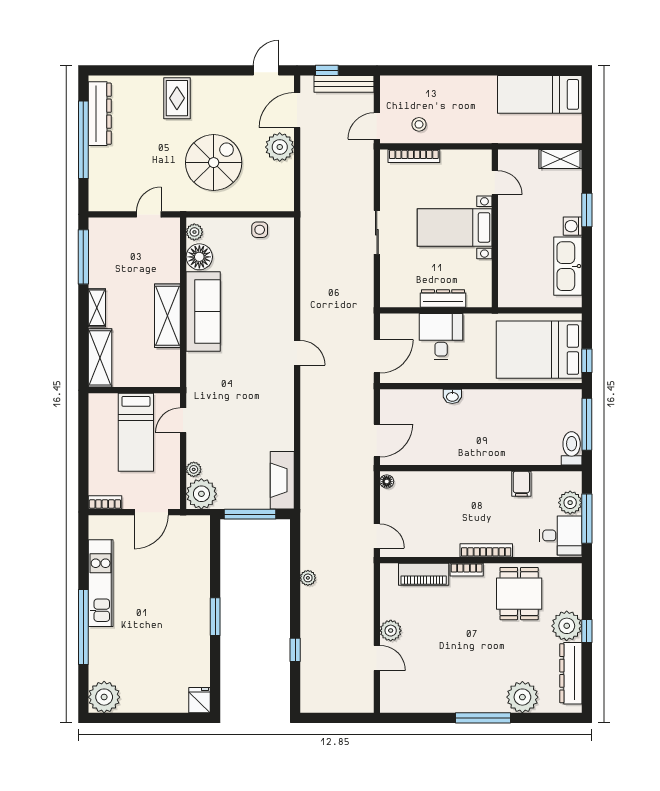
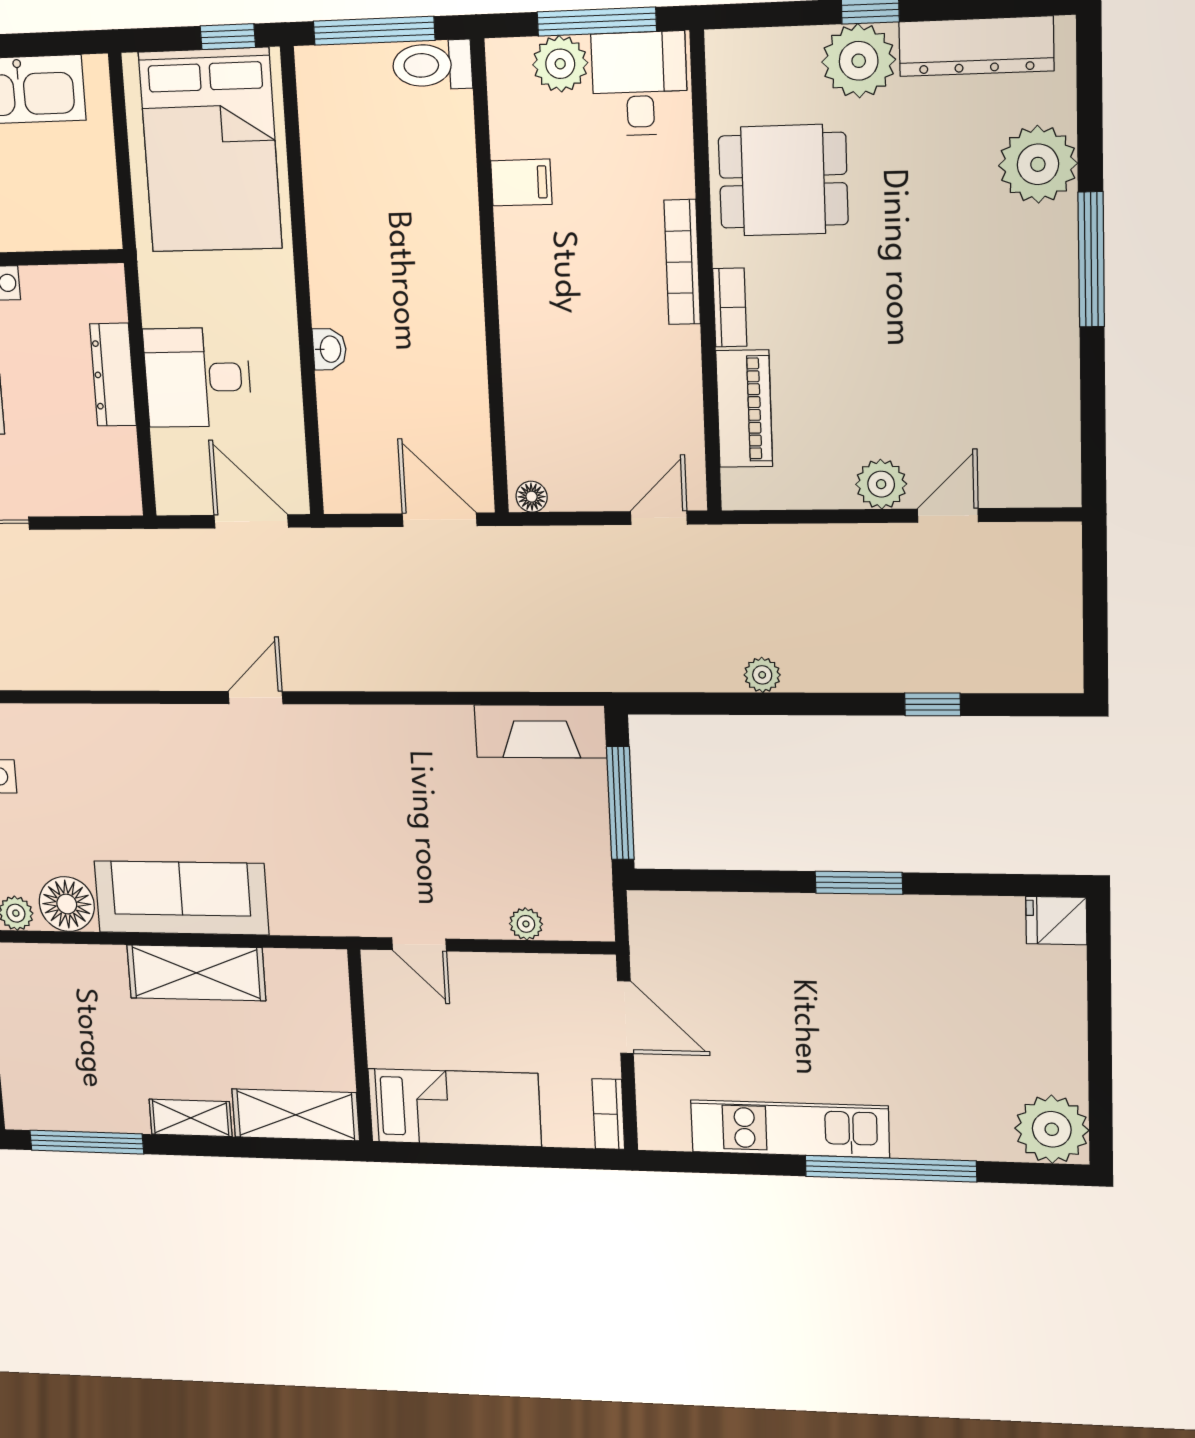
bed: (136, 432) -> (454, 1108), moved
plant: (201, 494) -> (580, 908), removed

